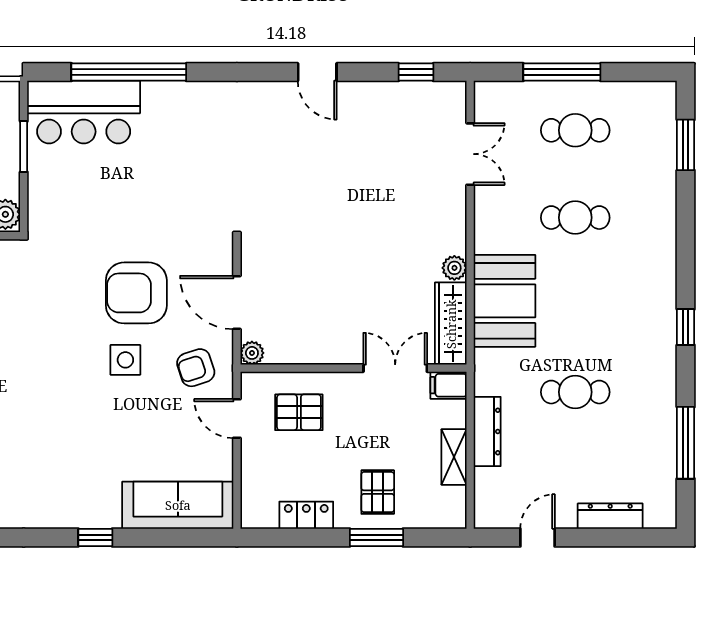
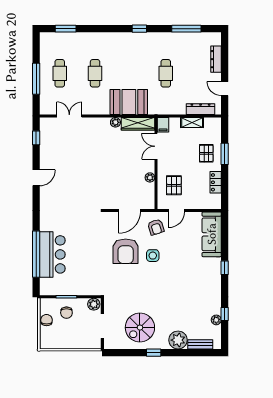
bar counter: (84, 112) -> (52, 254), moved
plant: (252, 353) -> (150, 177), moved
dresser: (487, 431) -> (201, 109), moved
pallet: (378, 492) -> (206, 153), turned 90

